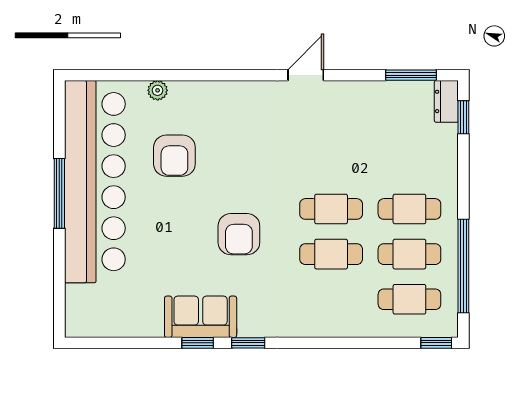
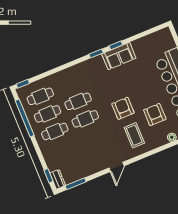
coffee table: (238, 129) -> (134, 135), added
armchair: (239, 234) -> (123, 108), moved

